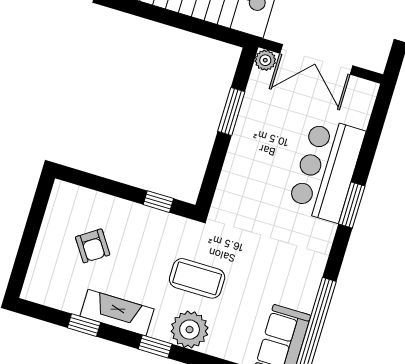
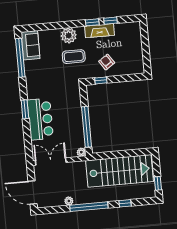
double door: (316, 59) -> (51, 161), moved
window: (231, 112) -> (87, 127), width x2.11
armchair: (93, 246) -> (107, 62), moved
window: (155, 346) -> (92, 22), moved

